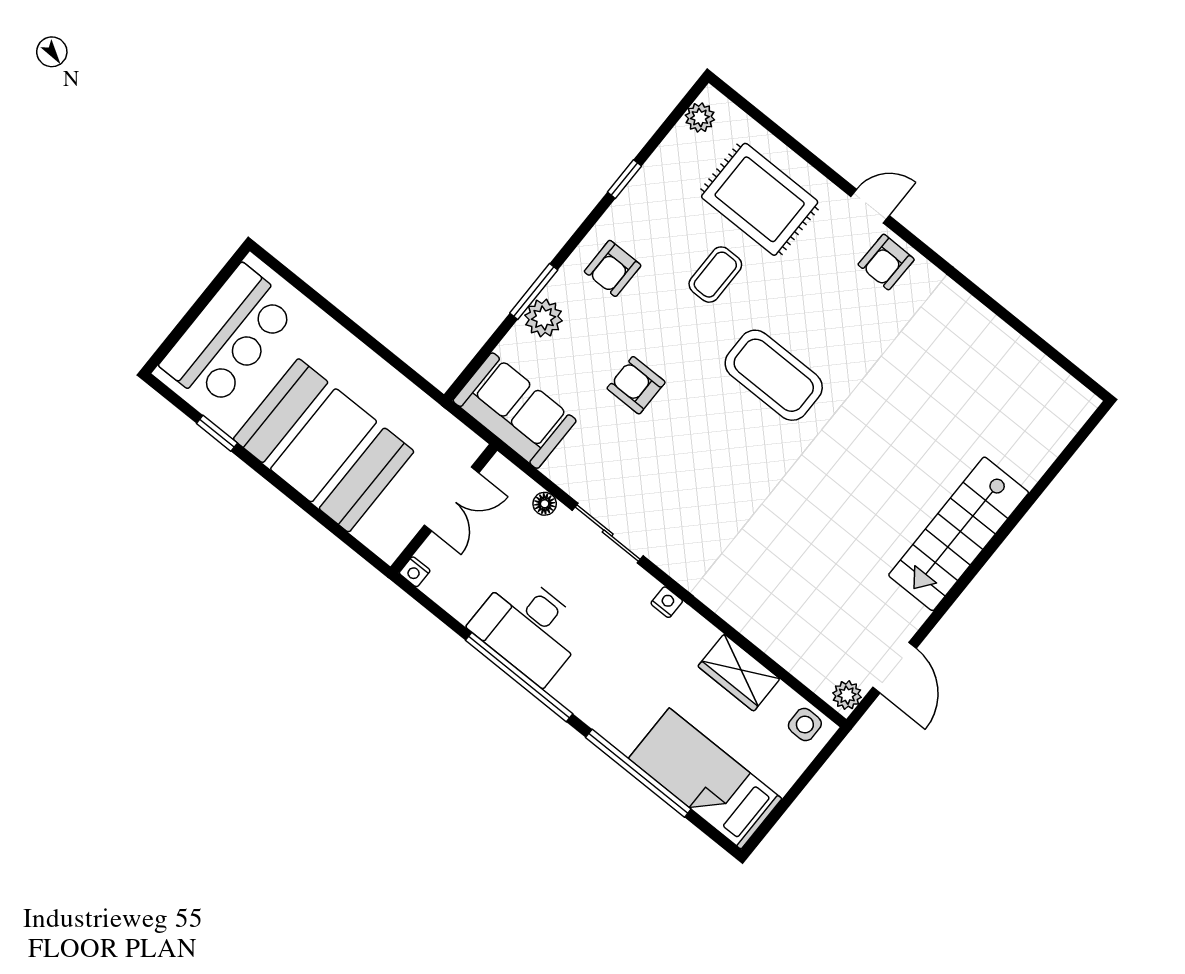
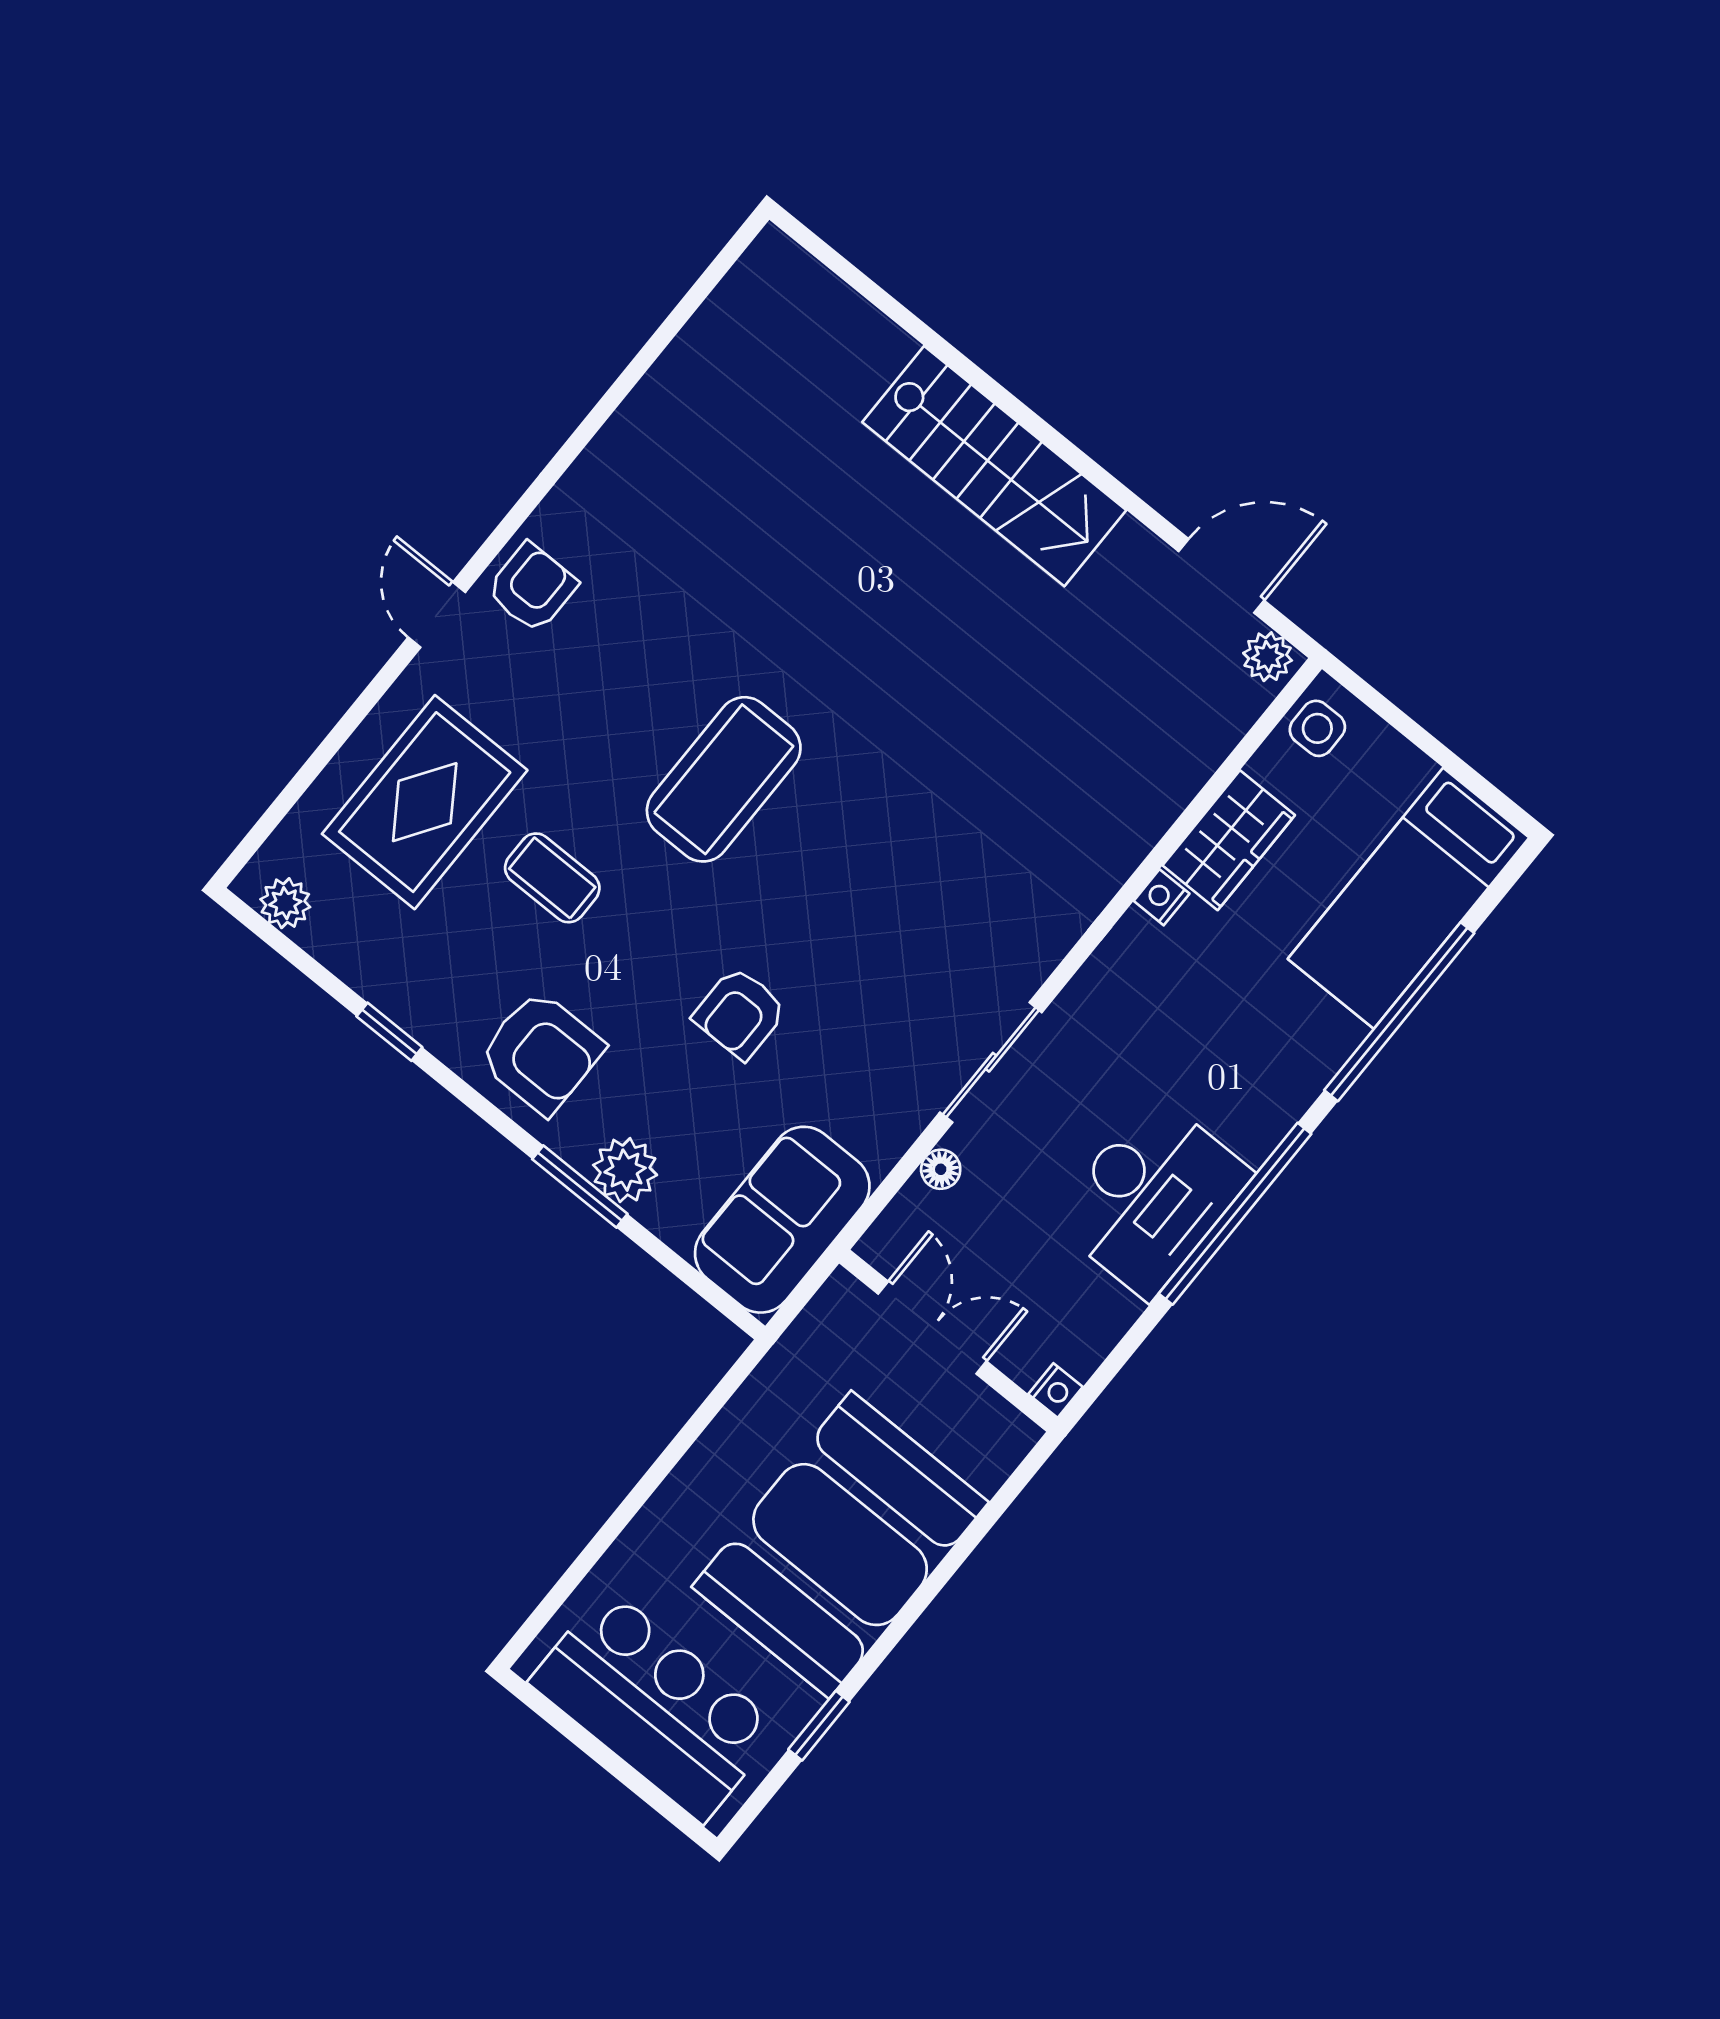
armchair: (886, 262) -> (532, 588), turned -91
armchair: (613, 268) -> (541, 1052), width x1.38, depth x1.38
nightstand: (667, 602) -> (1162, 897), moved

